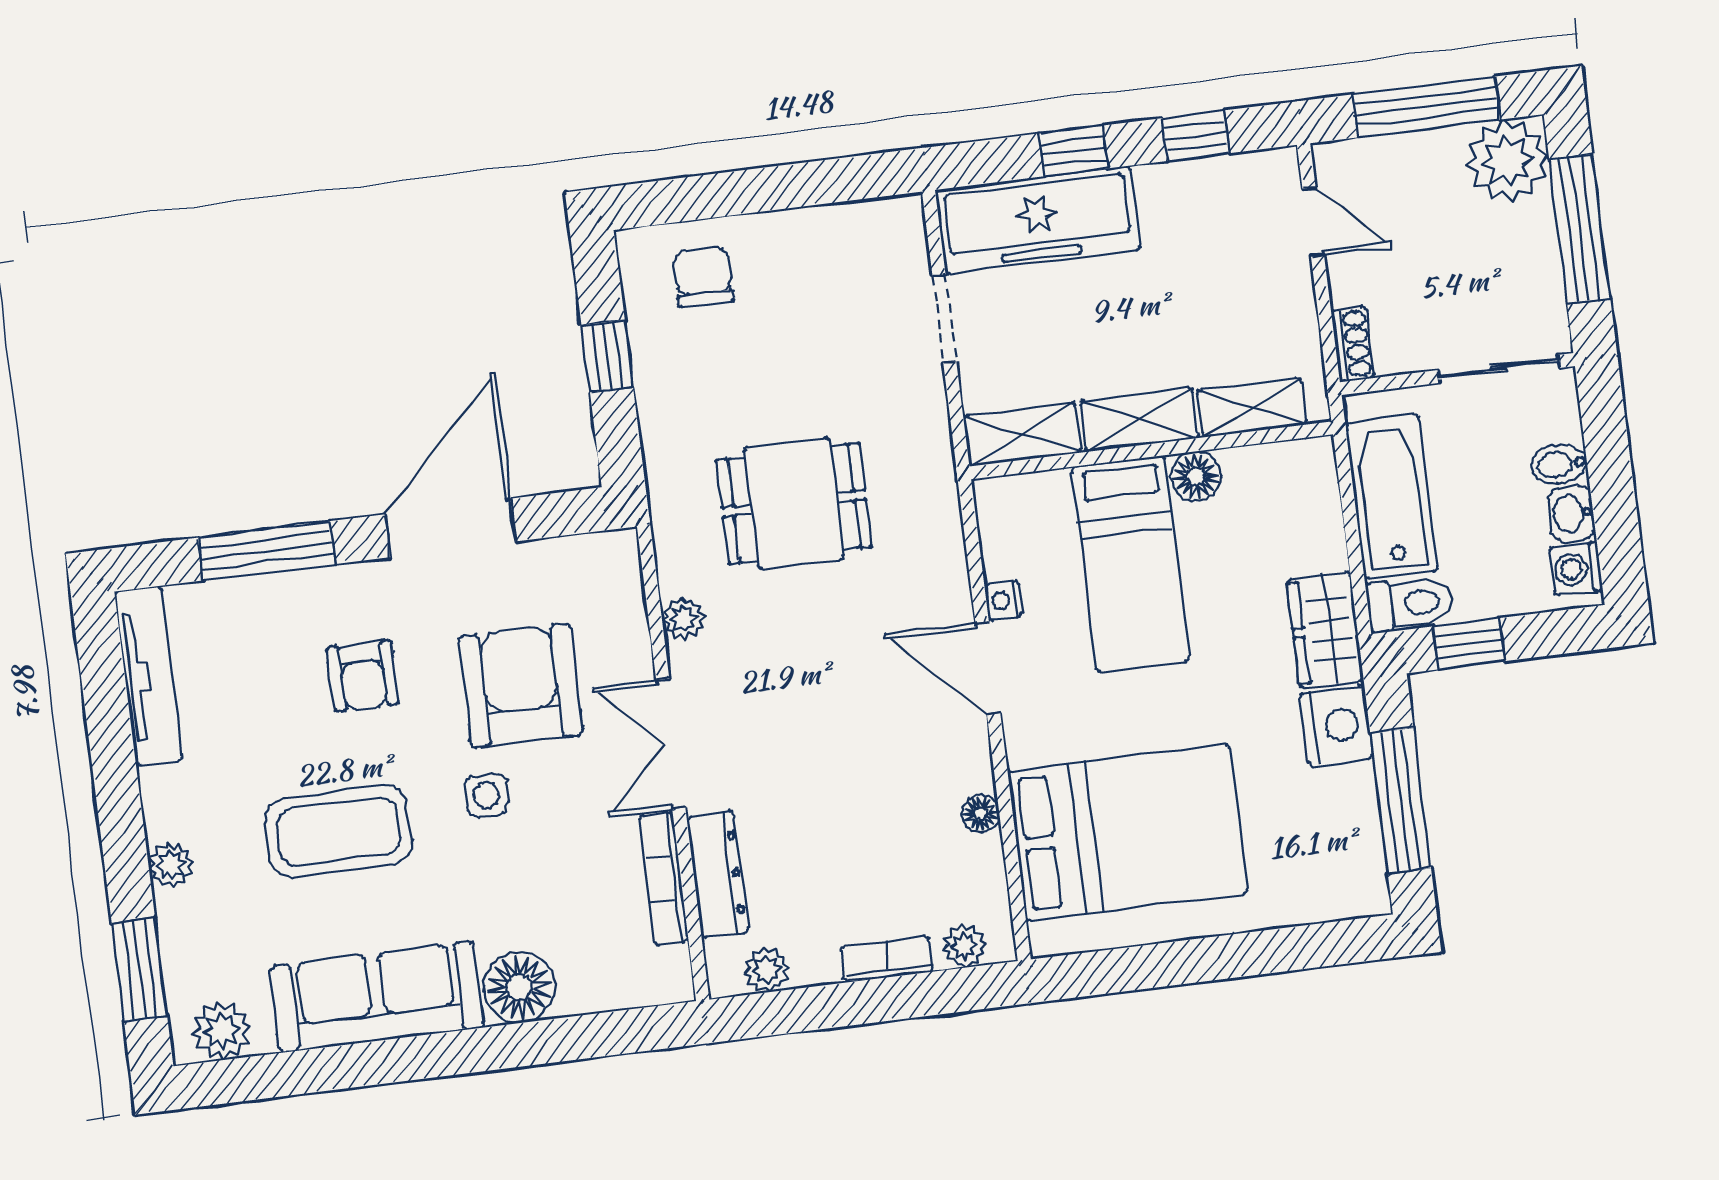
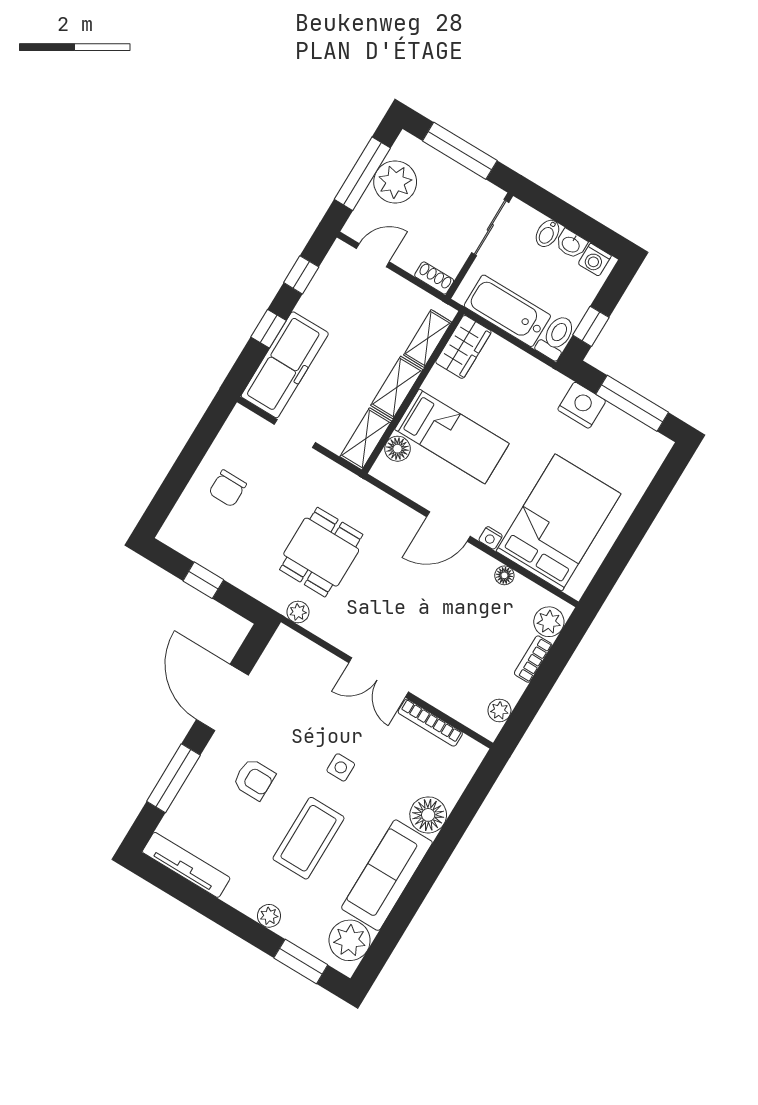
plant: (1507, 161) -> (395, 182), moved
chair: (703, 276) -> (228, 488), moved, turned -90
floor lamp: (1196, 476) -> (397, 449), moved
nightstand: (1003, 601) -> (491, 538), moved
plant: (683, 618) -> (298, 612), moved
wardrobe: (1325, 630) -> (463, 347), moved, turned -90
armchair: (521, 685) -> (308, 719), removed
dresser: (718, 875) -> (446, 700), removed
plant: (964, 946) -> (549, 622), width x1.38, depth x1.38
plant: (222, 1031) -> (350, 940), width x1.36, depth x1.36

